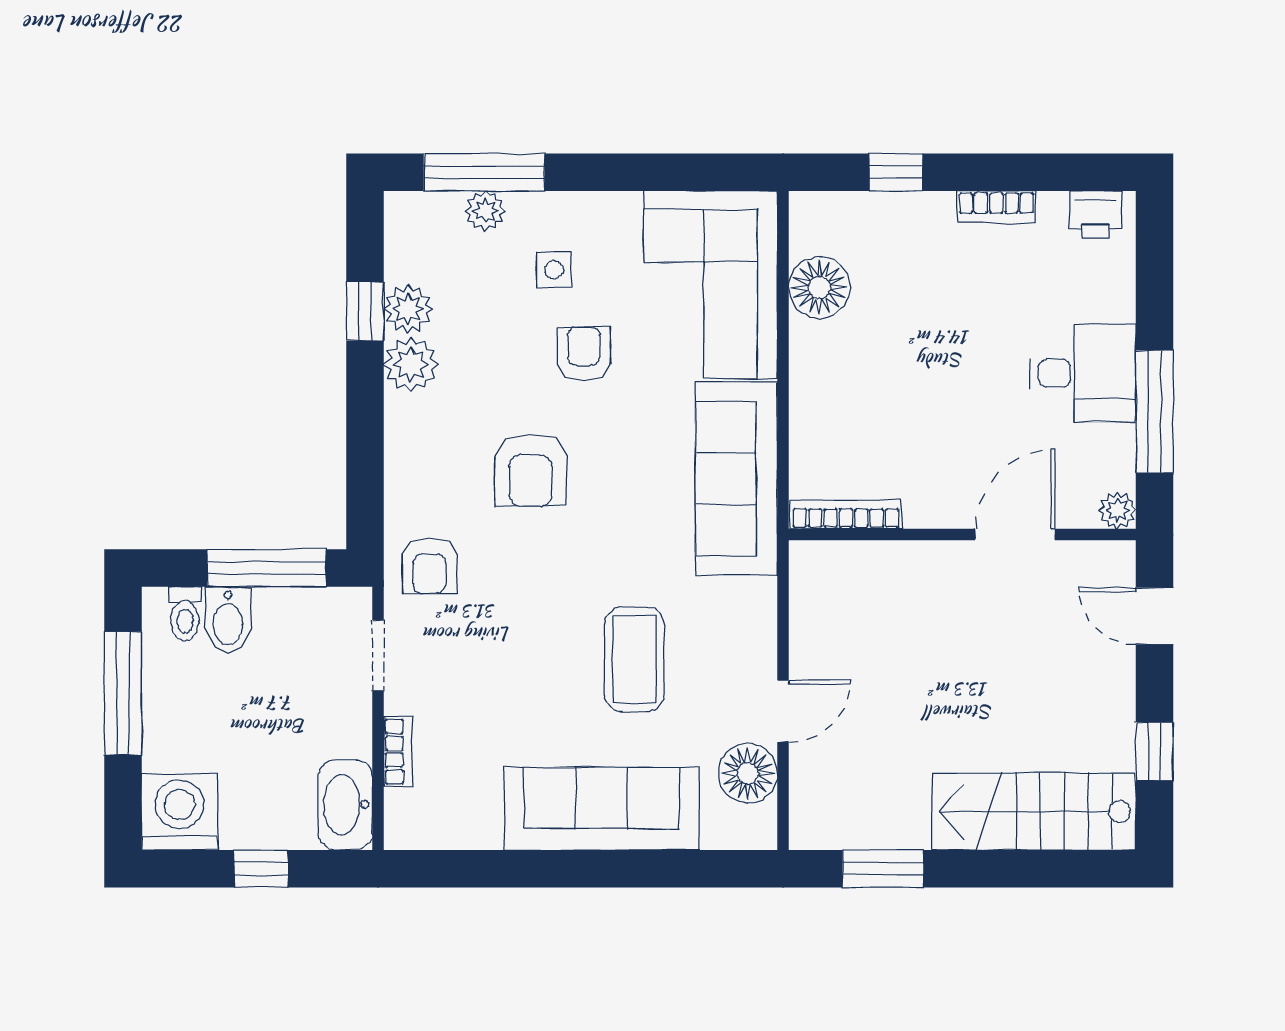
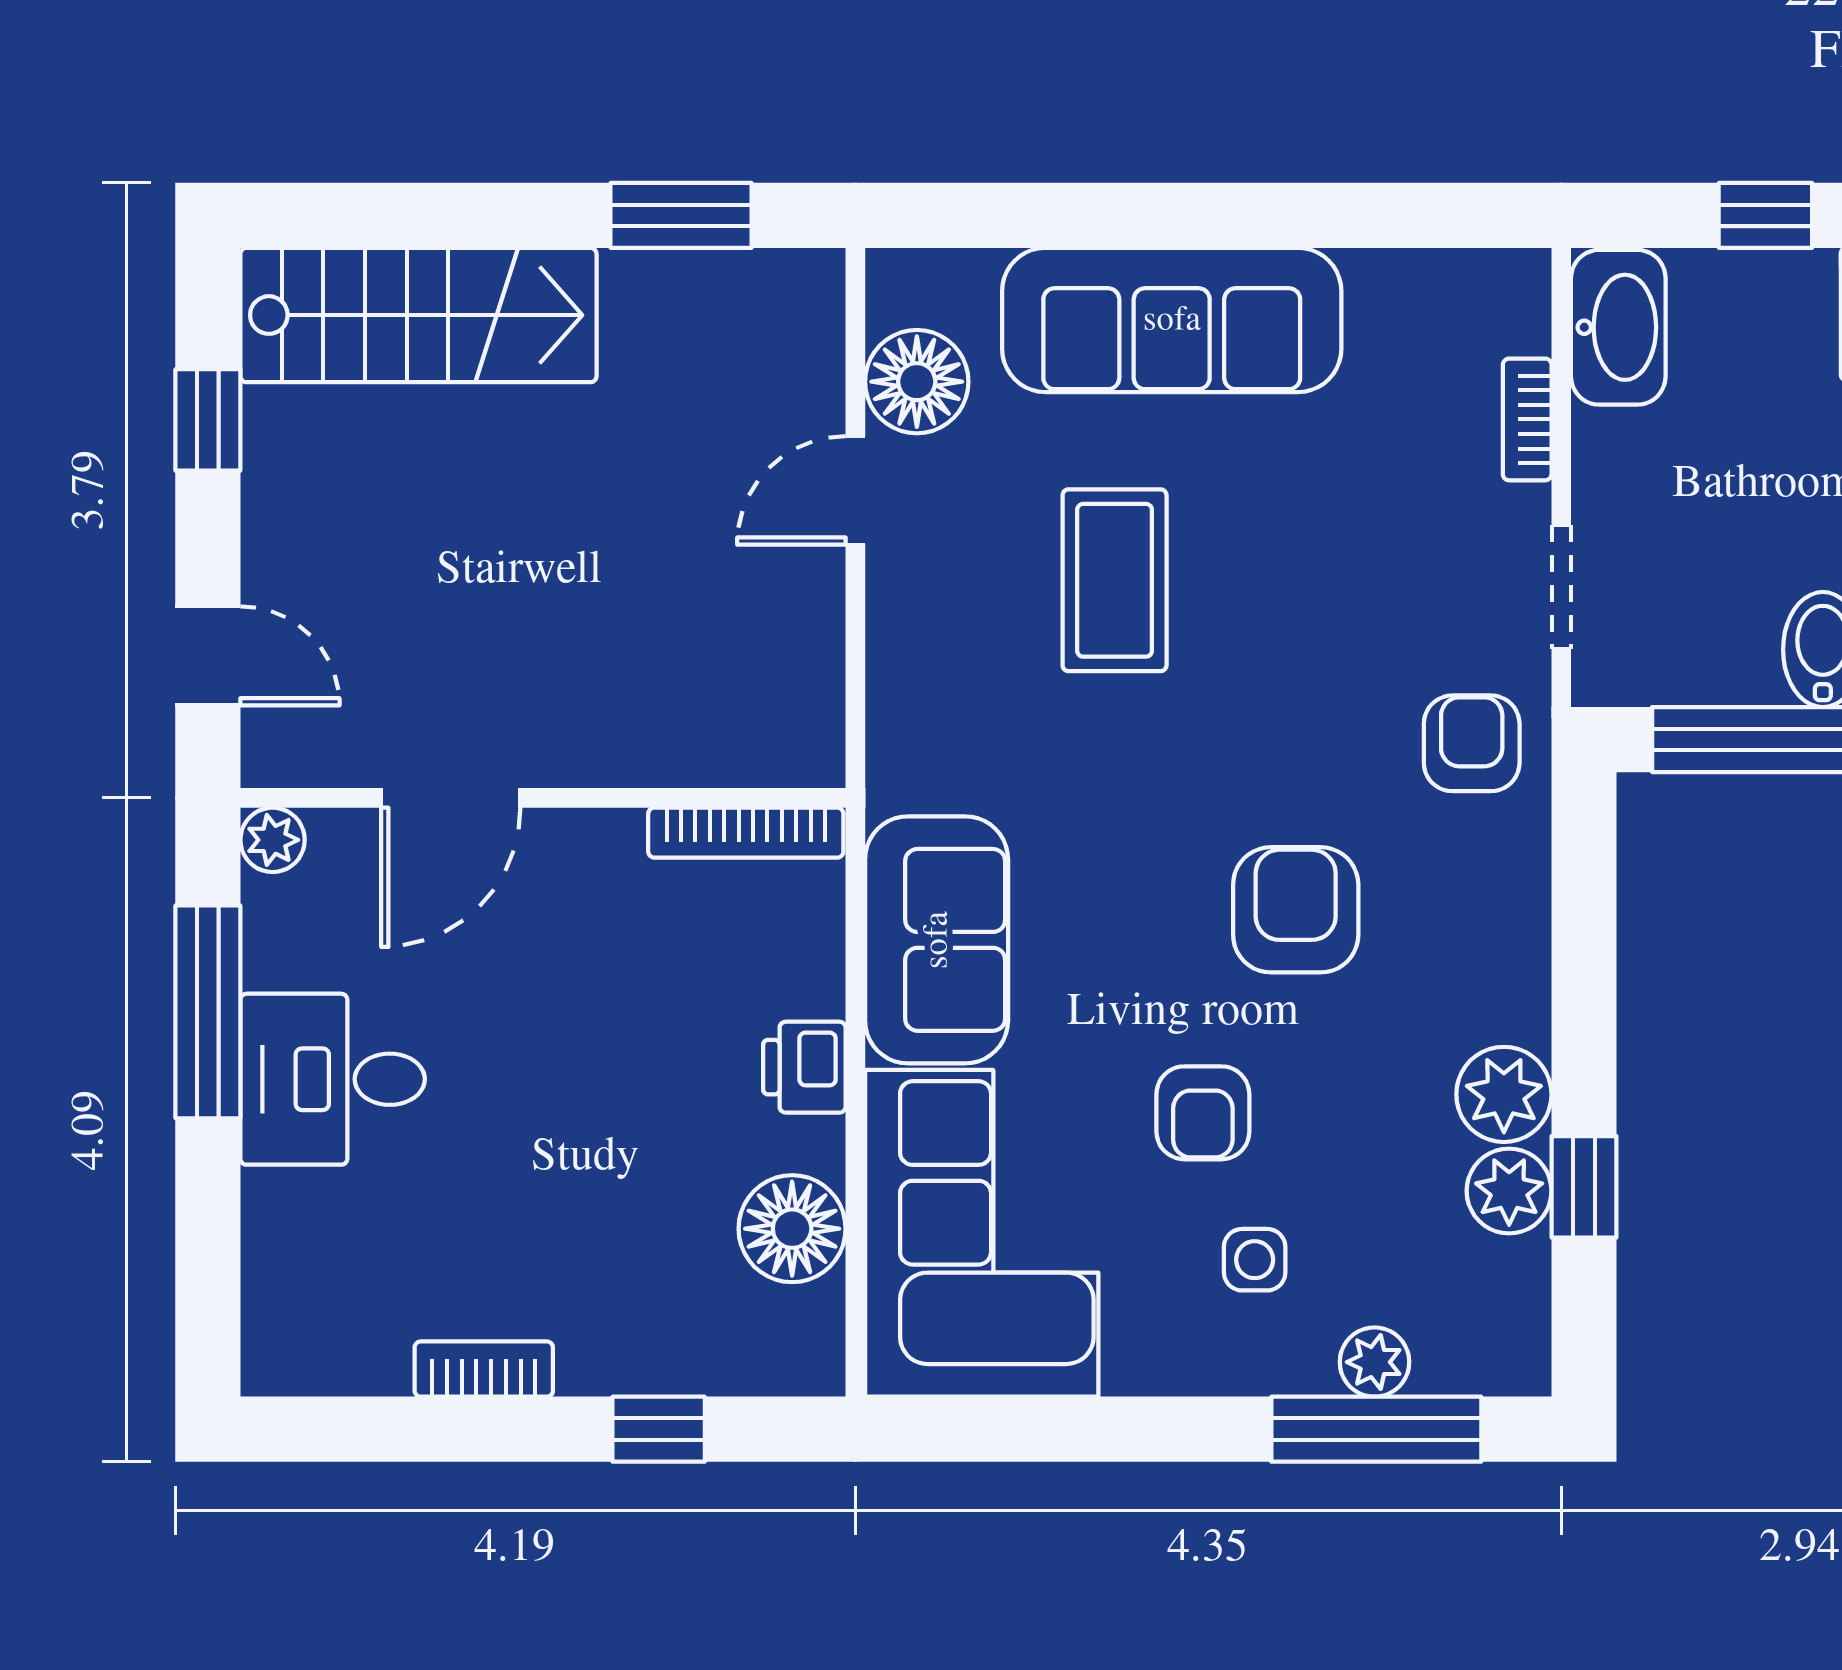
printer: (1095, 215) -> (804, 1067), moved, turned -90
sofa: (736, 479) -> (937, 940), width x0.73

